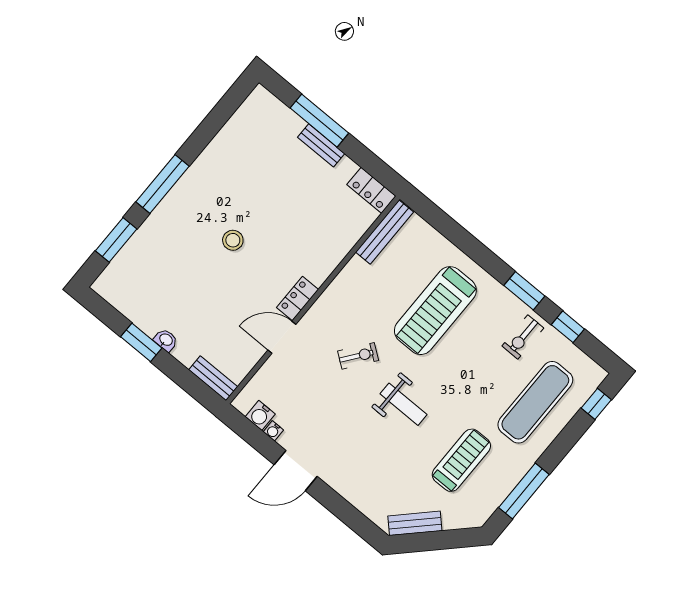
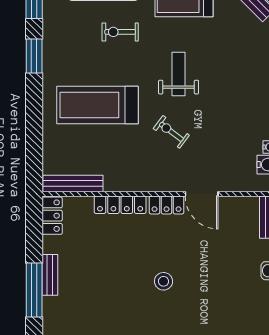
locker: (332, 258) -> (120, 205), added
treadmill: (435, 311) -> (97, 105), turned 180
exercise bike: (523, 337) -> (120, 32), moved, turned 180

